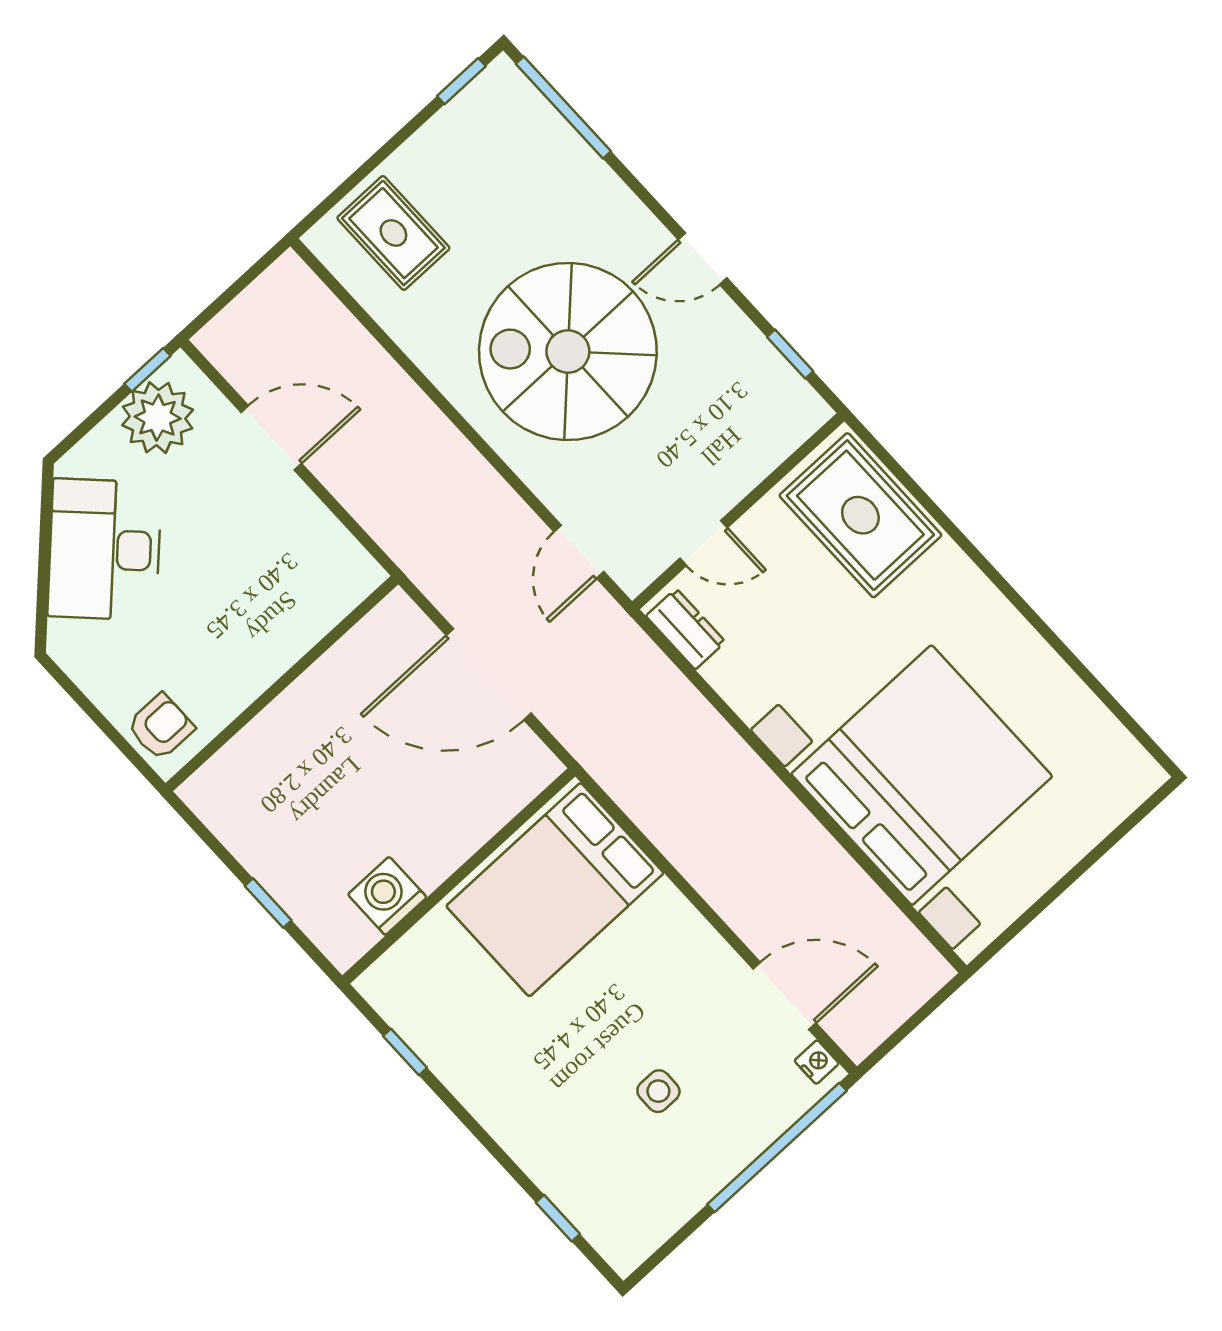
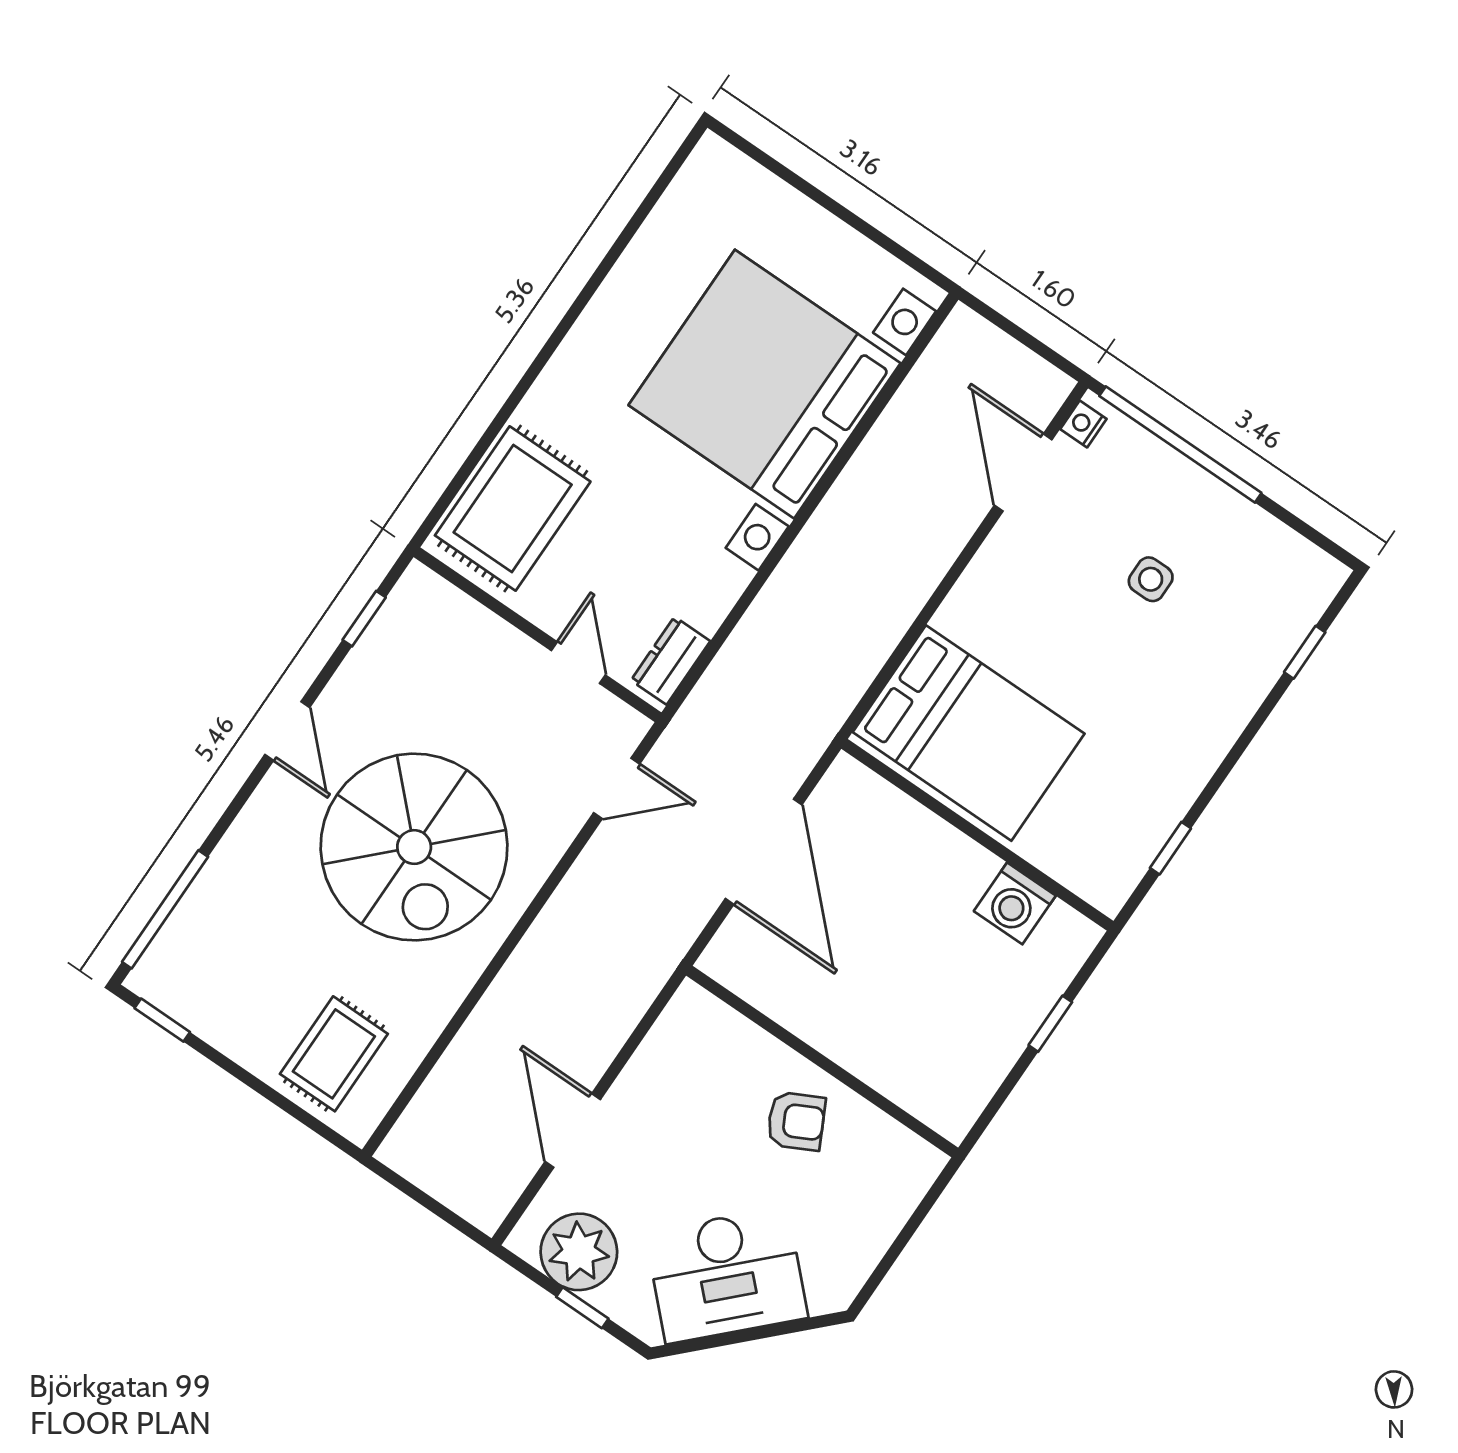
window: (147, 370) -> (582, 1308), moved
armchair: (161, 727) -> (796, 1121), moved, turned 153

